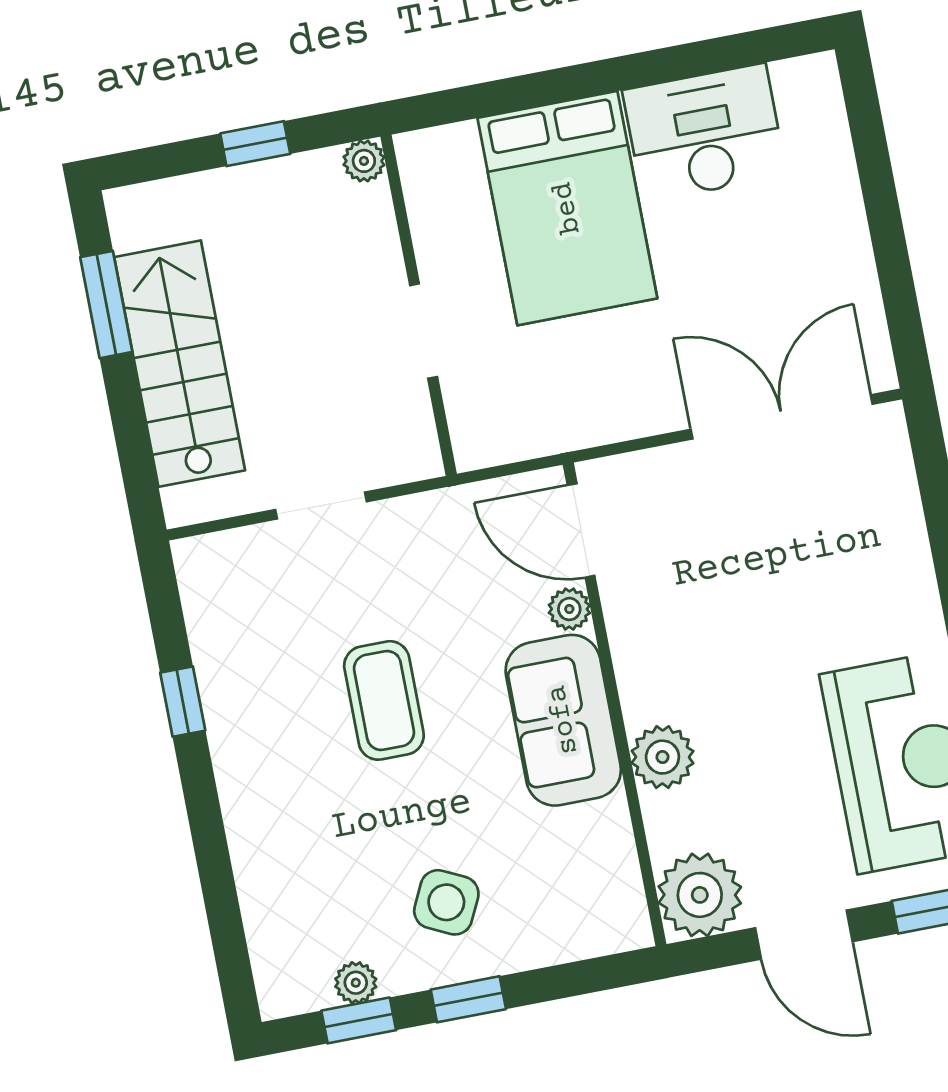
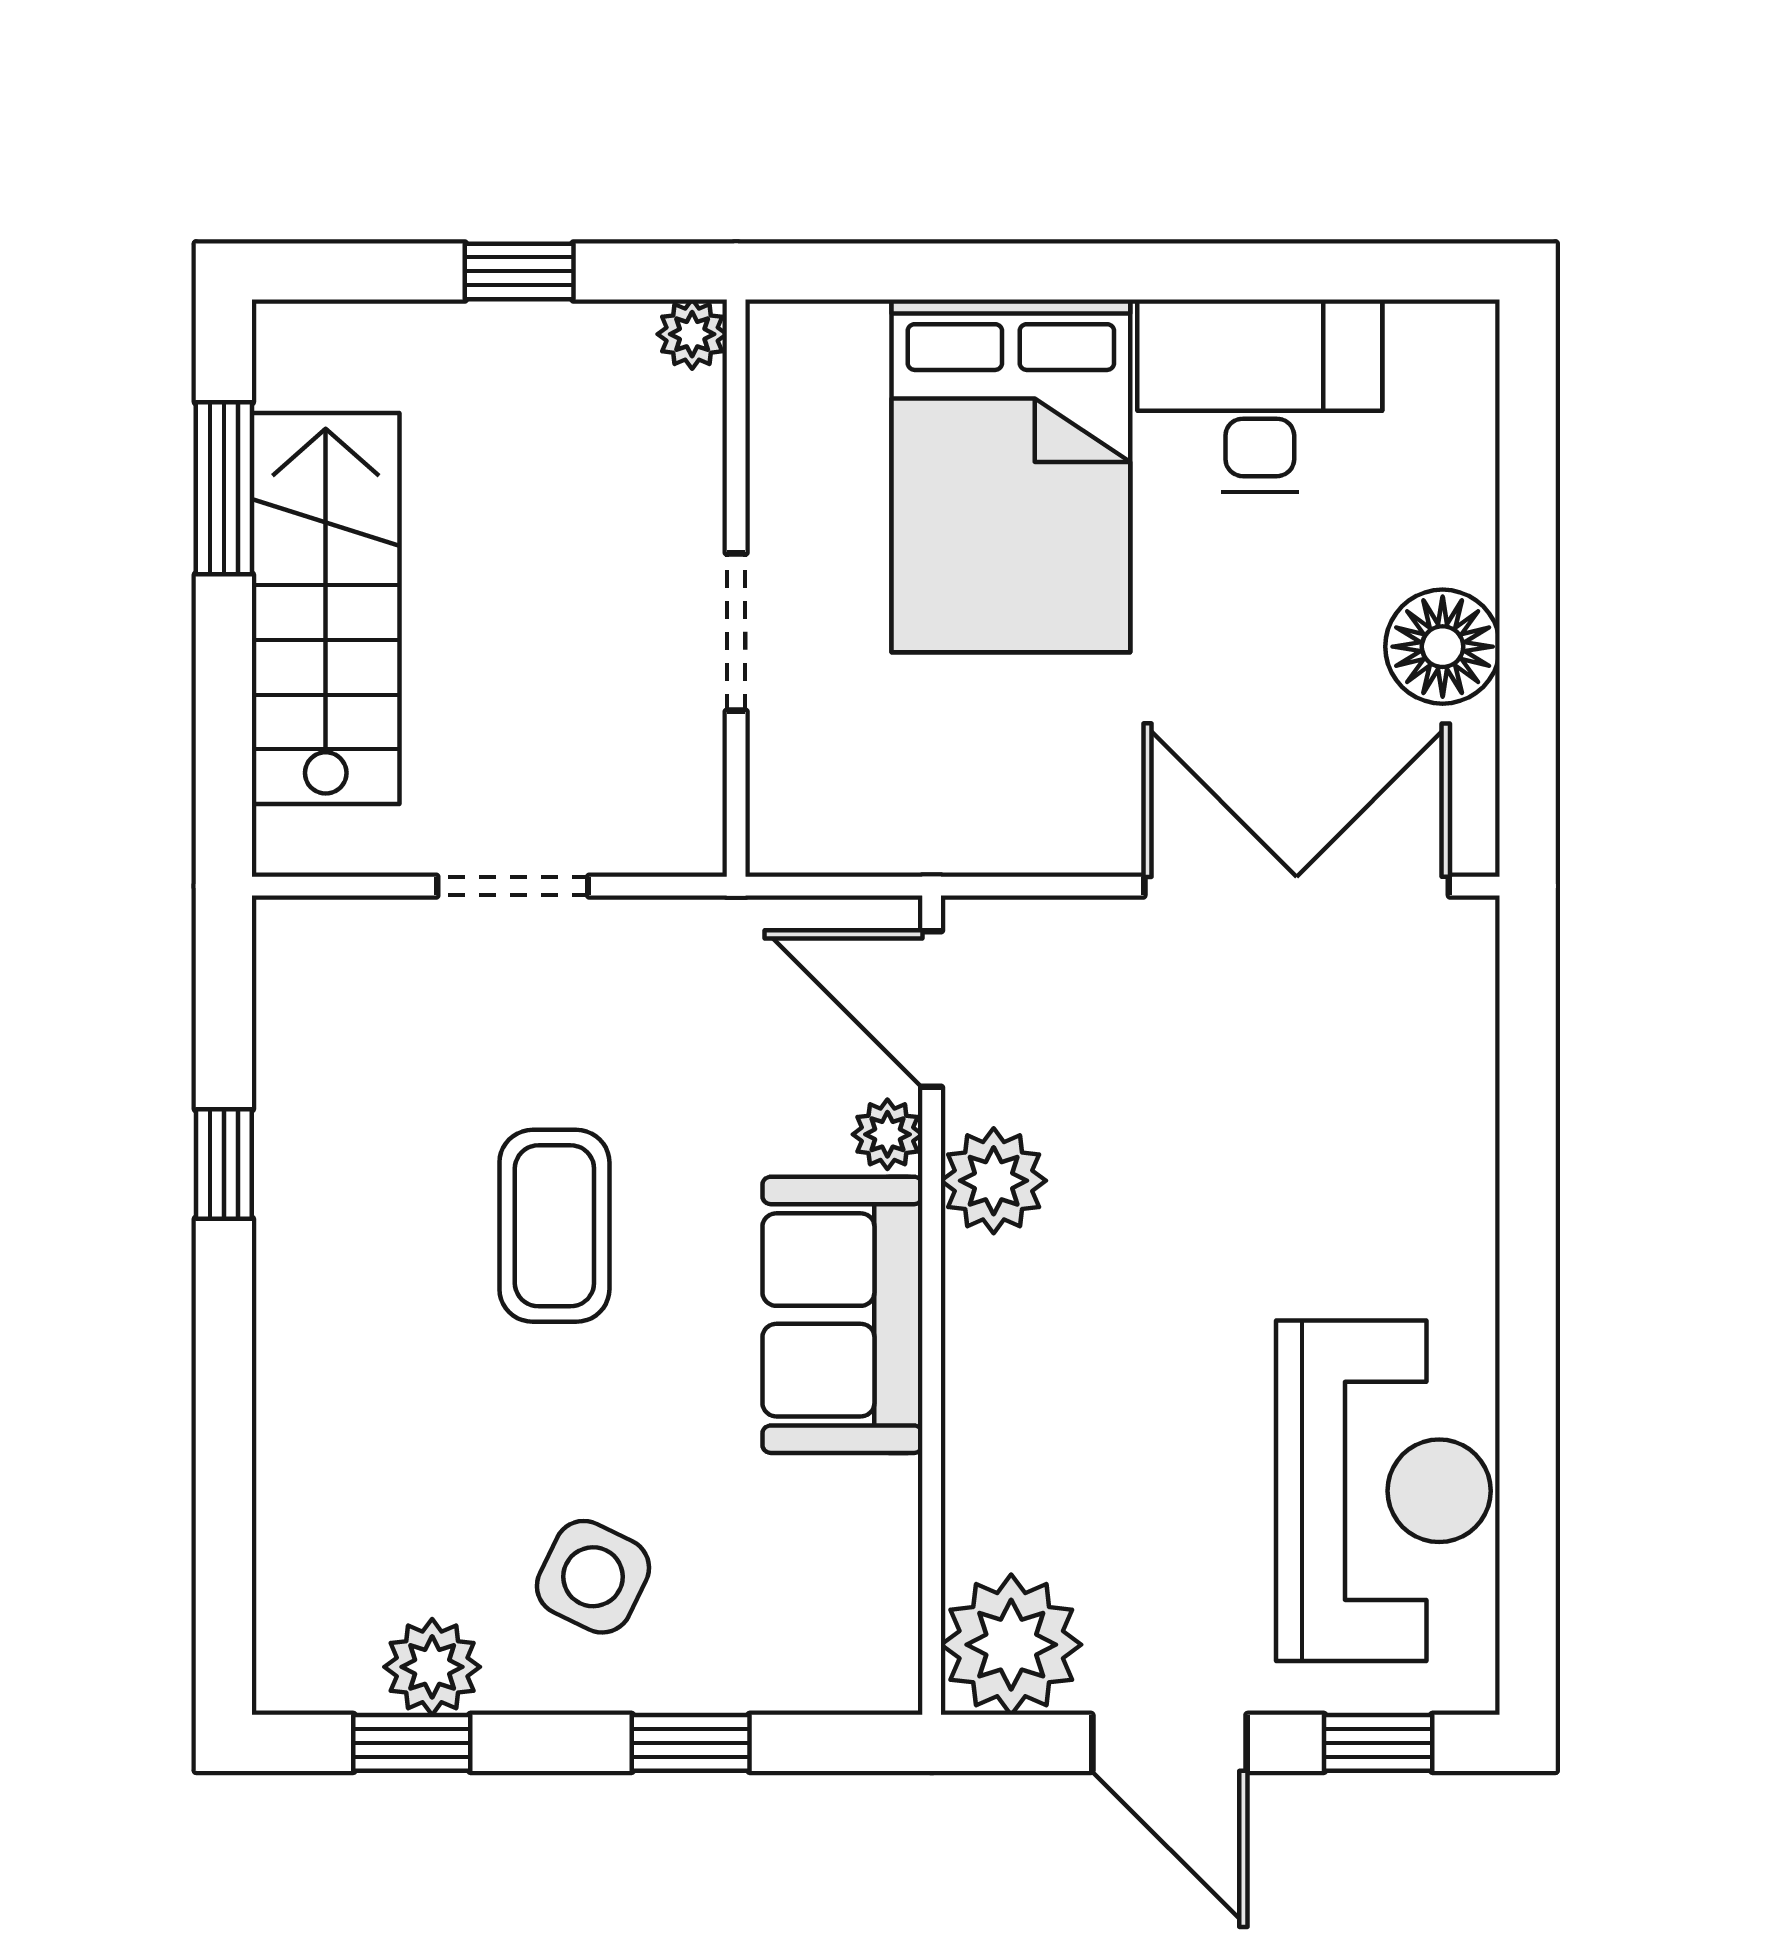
floor lamp: (840, 260) -> (1443, 647), added
plant: (662, 757) -> (994, 1181), moved
plant: (356, 983) -> (432, 1667), width x1.38, depth x1.38
window: (468, 999) -> (691, 1743), moved

